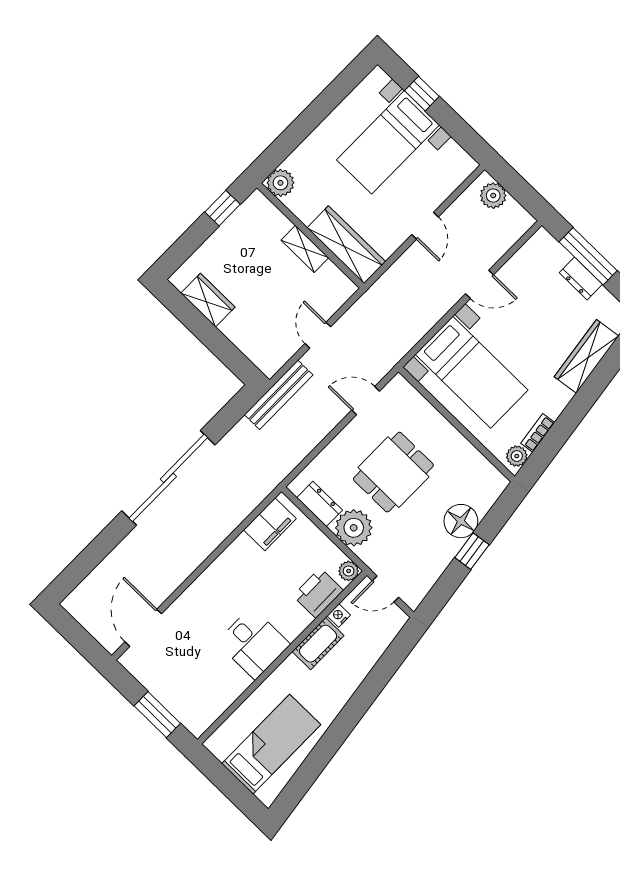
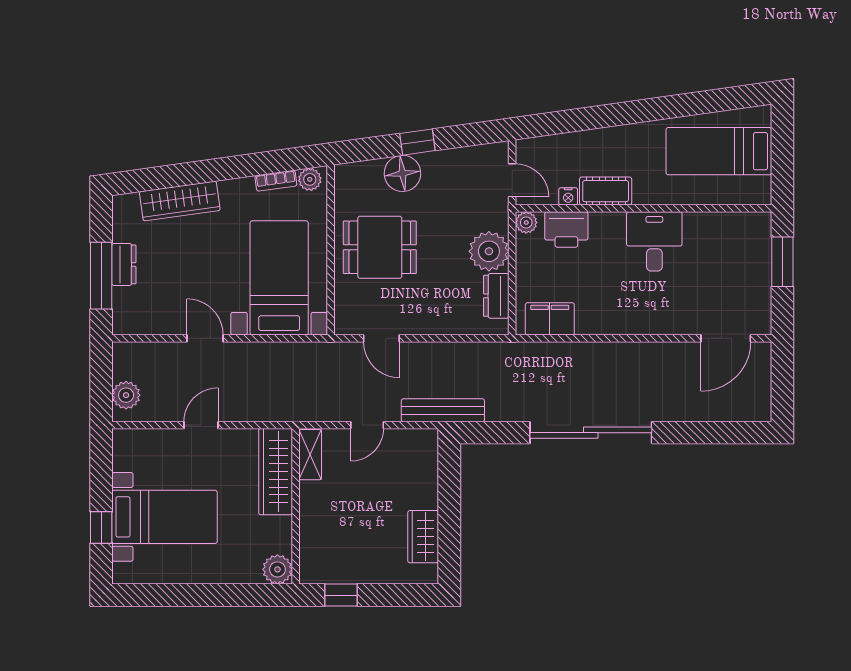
shelving: (305, 249) -> (310, 455), moved
dining table: (393, 472) -> (380, 247), moved

